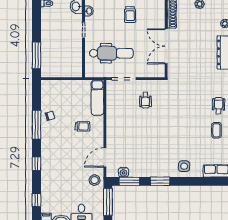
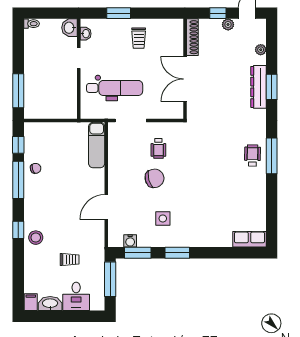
chair: (142, 123) -> (154, 178), added
trolley: (82, 126) -> (70, 260), moved
coffee table: (216, 130) -> (250, 187), removed
door: (105, 157) -> (106, 207), moved
side table: (184, 166) -> (163, 218), moved
stool: (95, 180) -> (36, 238), moved
window: (36, 200) -> (18, 145), moved

